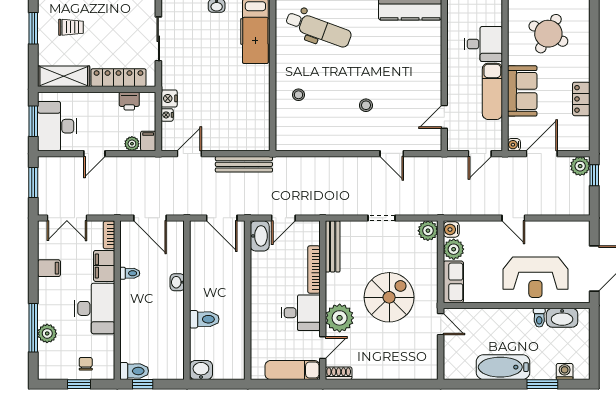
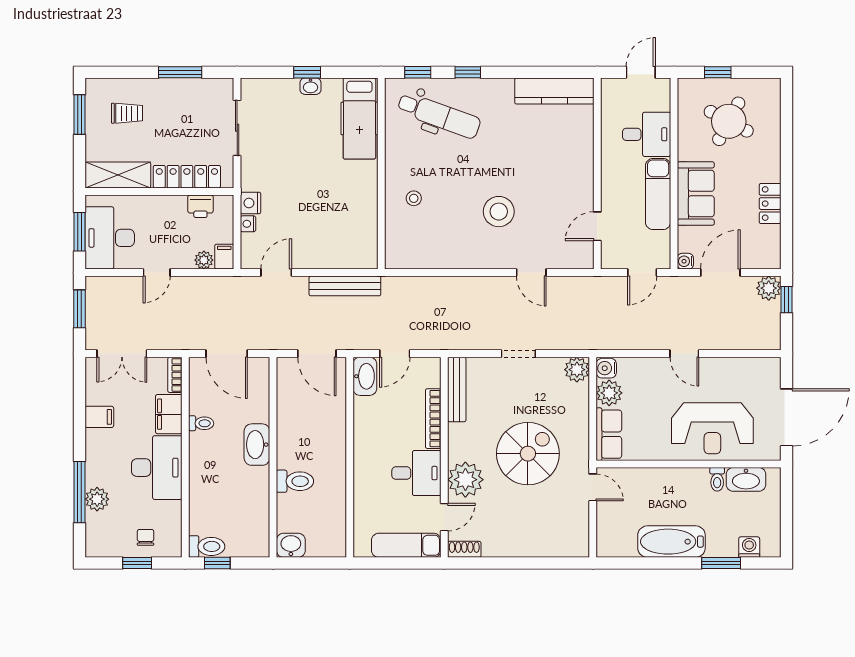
stool: (366, 105) -> (499, 212), width x1.89, depth x1.89
washbasin: (177, 282) -> (257, 445), width x1.91, depth x1.45

